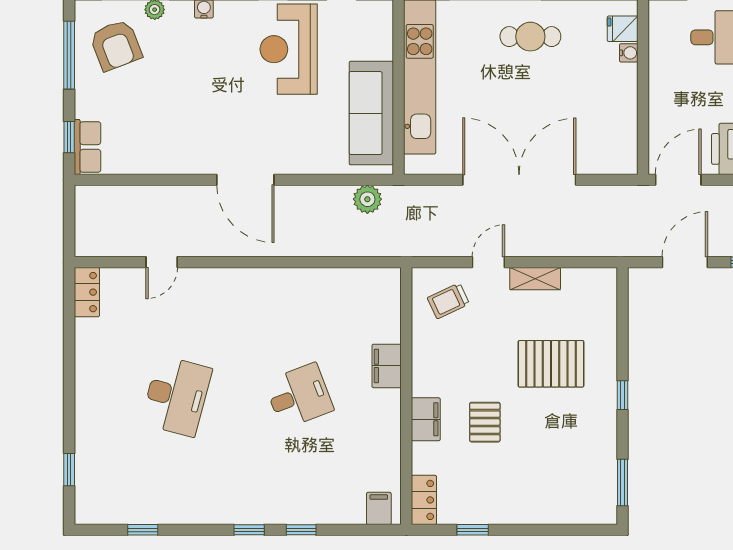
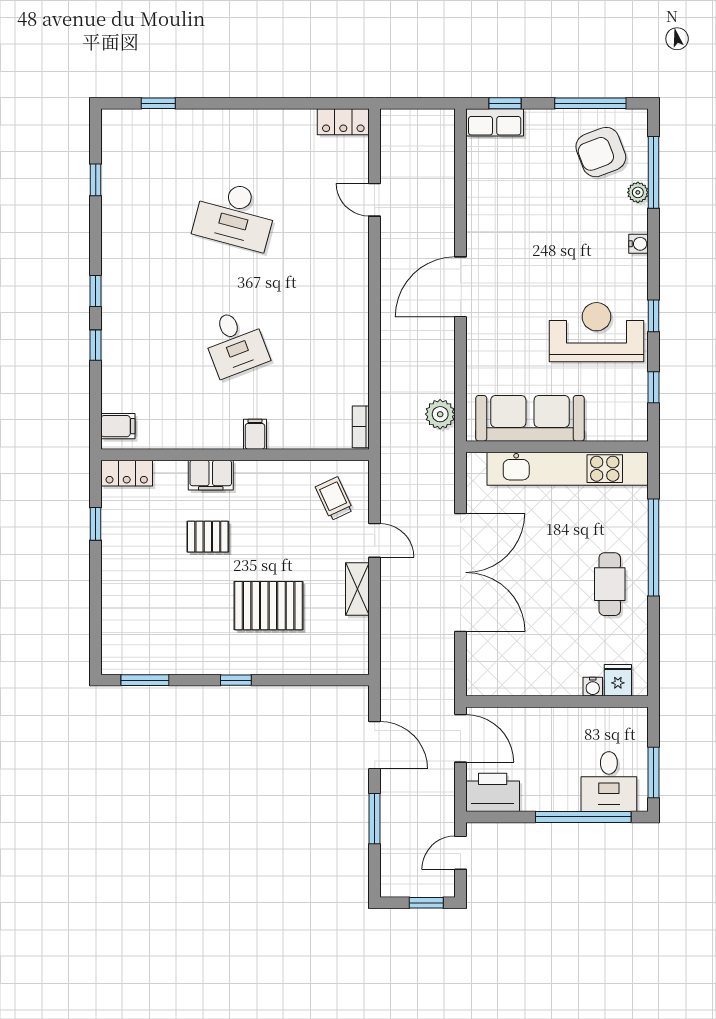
bookcase: (380, 275) -> (361, 427), added
pallet: (551, 364) -> (269, 606), turned 90
filing cabinet: (387, 366) -> (255, 434), width x0.50

